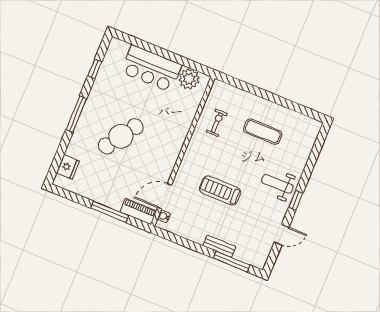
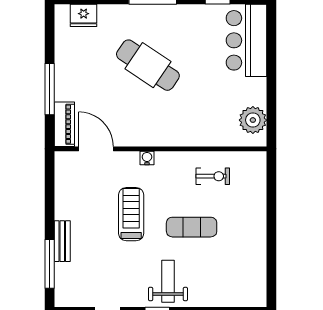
bar counter: (151, 69) -> (246, 40), moved
exercise mat: (263, 132) -> (192, 227), moved, turned 90
water cooler: (164, 216) -> (147, 158), moved

